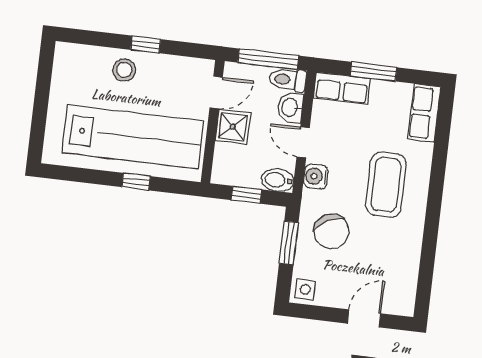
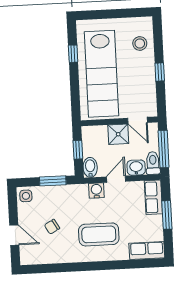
stool: (124, 70) -> (140, 43), moved
window: (136, 182) -> (73, 54), moved
chair: (332, 231) -> (52, 227), moved, width x0.54, depth x0.54

